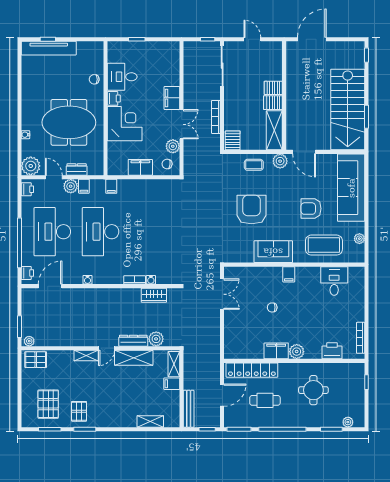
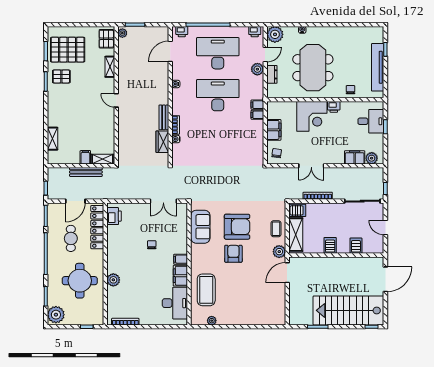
door: (252, 39) -> (385, 227), swing flipped
door: (312, 39) -> (385, 279), hinge flipped
tv unit: (49, 48) -> (378, 67), moved
desk: (122, 77) -> (371, 121), moved, turned 90
server rack: (273, 88) -> (356, 246), moved
filing cabinet: (172, 98) -> (355, 157), moved
stairs: (348, 110) -> (348, 310), moved
shelving: (274, 130) -> (296, 235), moved, turned 90
plant: (173, 146) -> (372, 158), moved
filing cabinet: (84, 186) -> (257, 115), moved
sofa: (351, 188) -> (256, 313), removed
armchair: (311, 209) -> (233, 254), moved
sofa: (273, 252) -> (200, 227), moved
desk: (334, 281) -> (175, 303), width x1.37
door: (50, 286) -> (170, 51), swing flipped
bench: (126, 294) -> (164, 117), added
plant: (156, 339) -> (124, 144), removed
dresser: (133, 341) -> (123, 124), removed
filing cabinet: (276, 351) -> (180, 276), moved, turned 180
printer: (332, 351) -> (114, 216), moved
plant: (297, 352) -> (113, 280), moved
shelving: (86, 356) -> (110, 67), moved
shelving: (134, 358) -> (108, 124), removed
round table: (313, 390) -> (80, 281), width x1.36, depth x1.36
door: (222, 395) -> (75, 201), hinge flipped
pallet: (48, 404) -> (68, 50), width x1.37, depth x1.41
bench: (189, 409) -> (86, 172), moved
plant: (348, 422) -> (56, 315), width x1.88, depth x1.88

